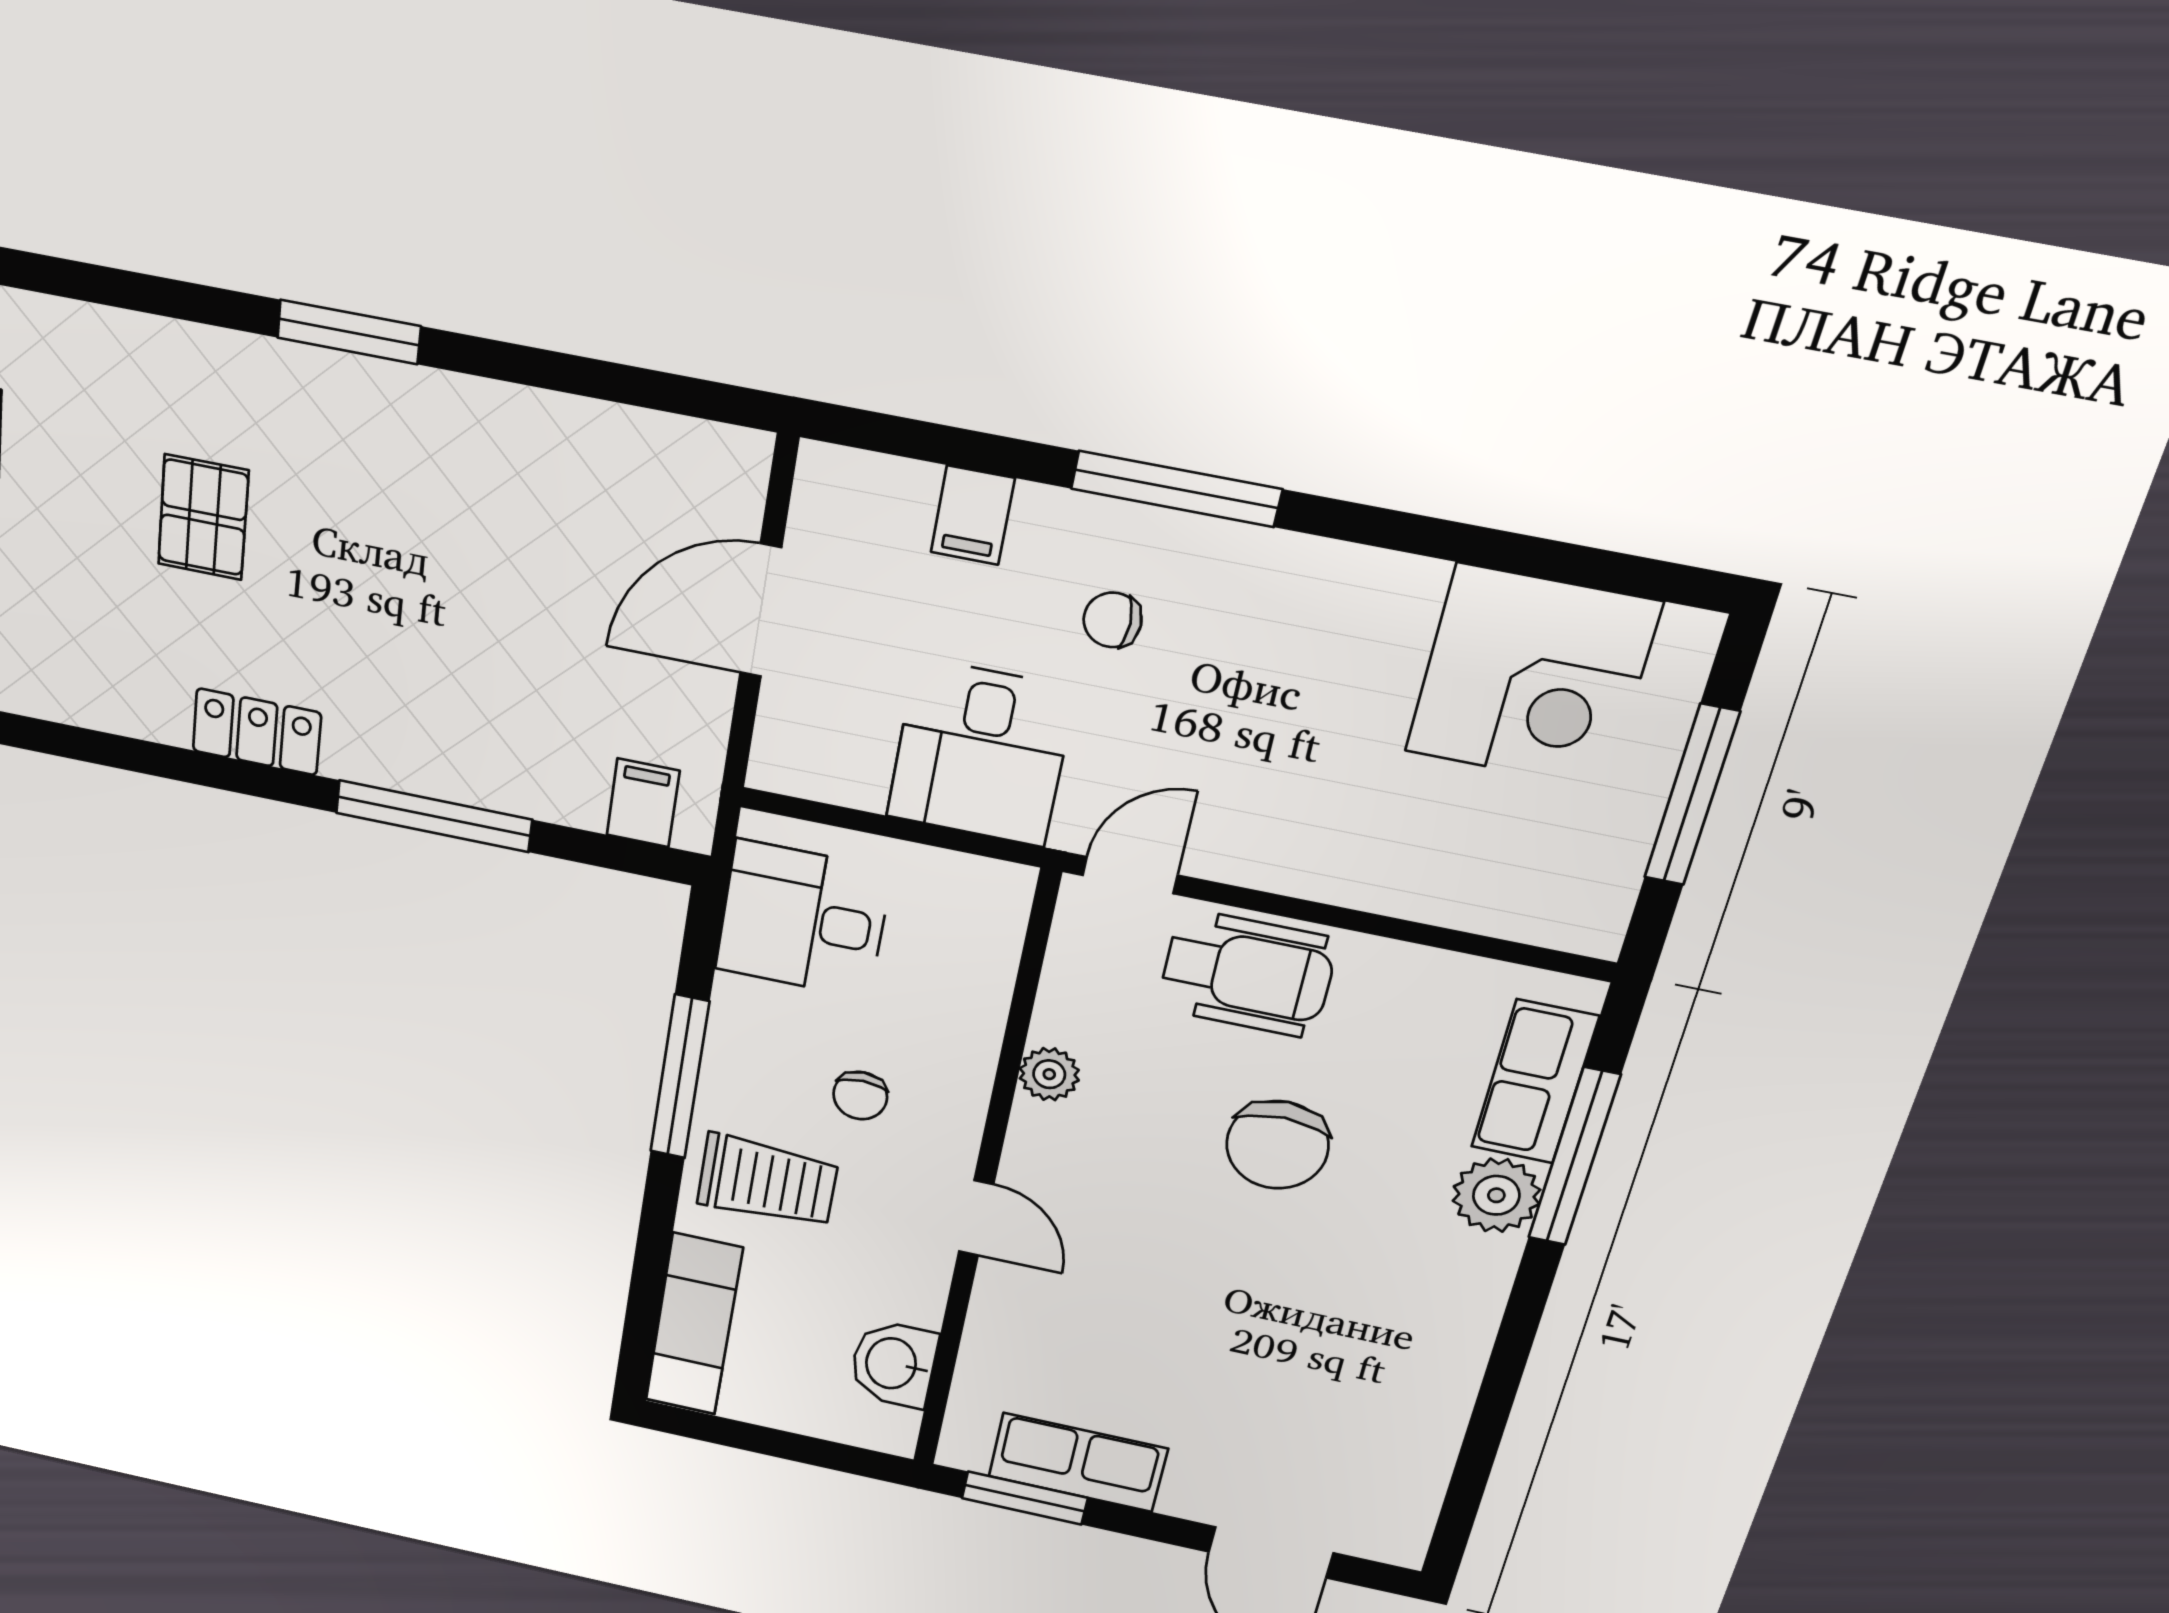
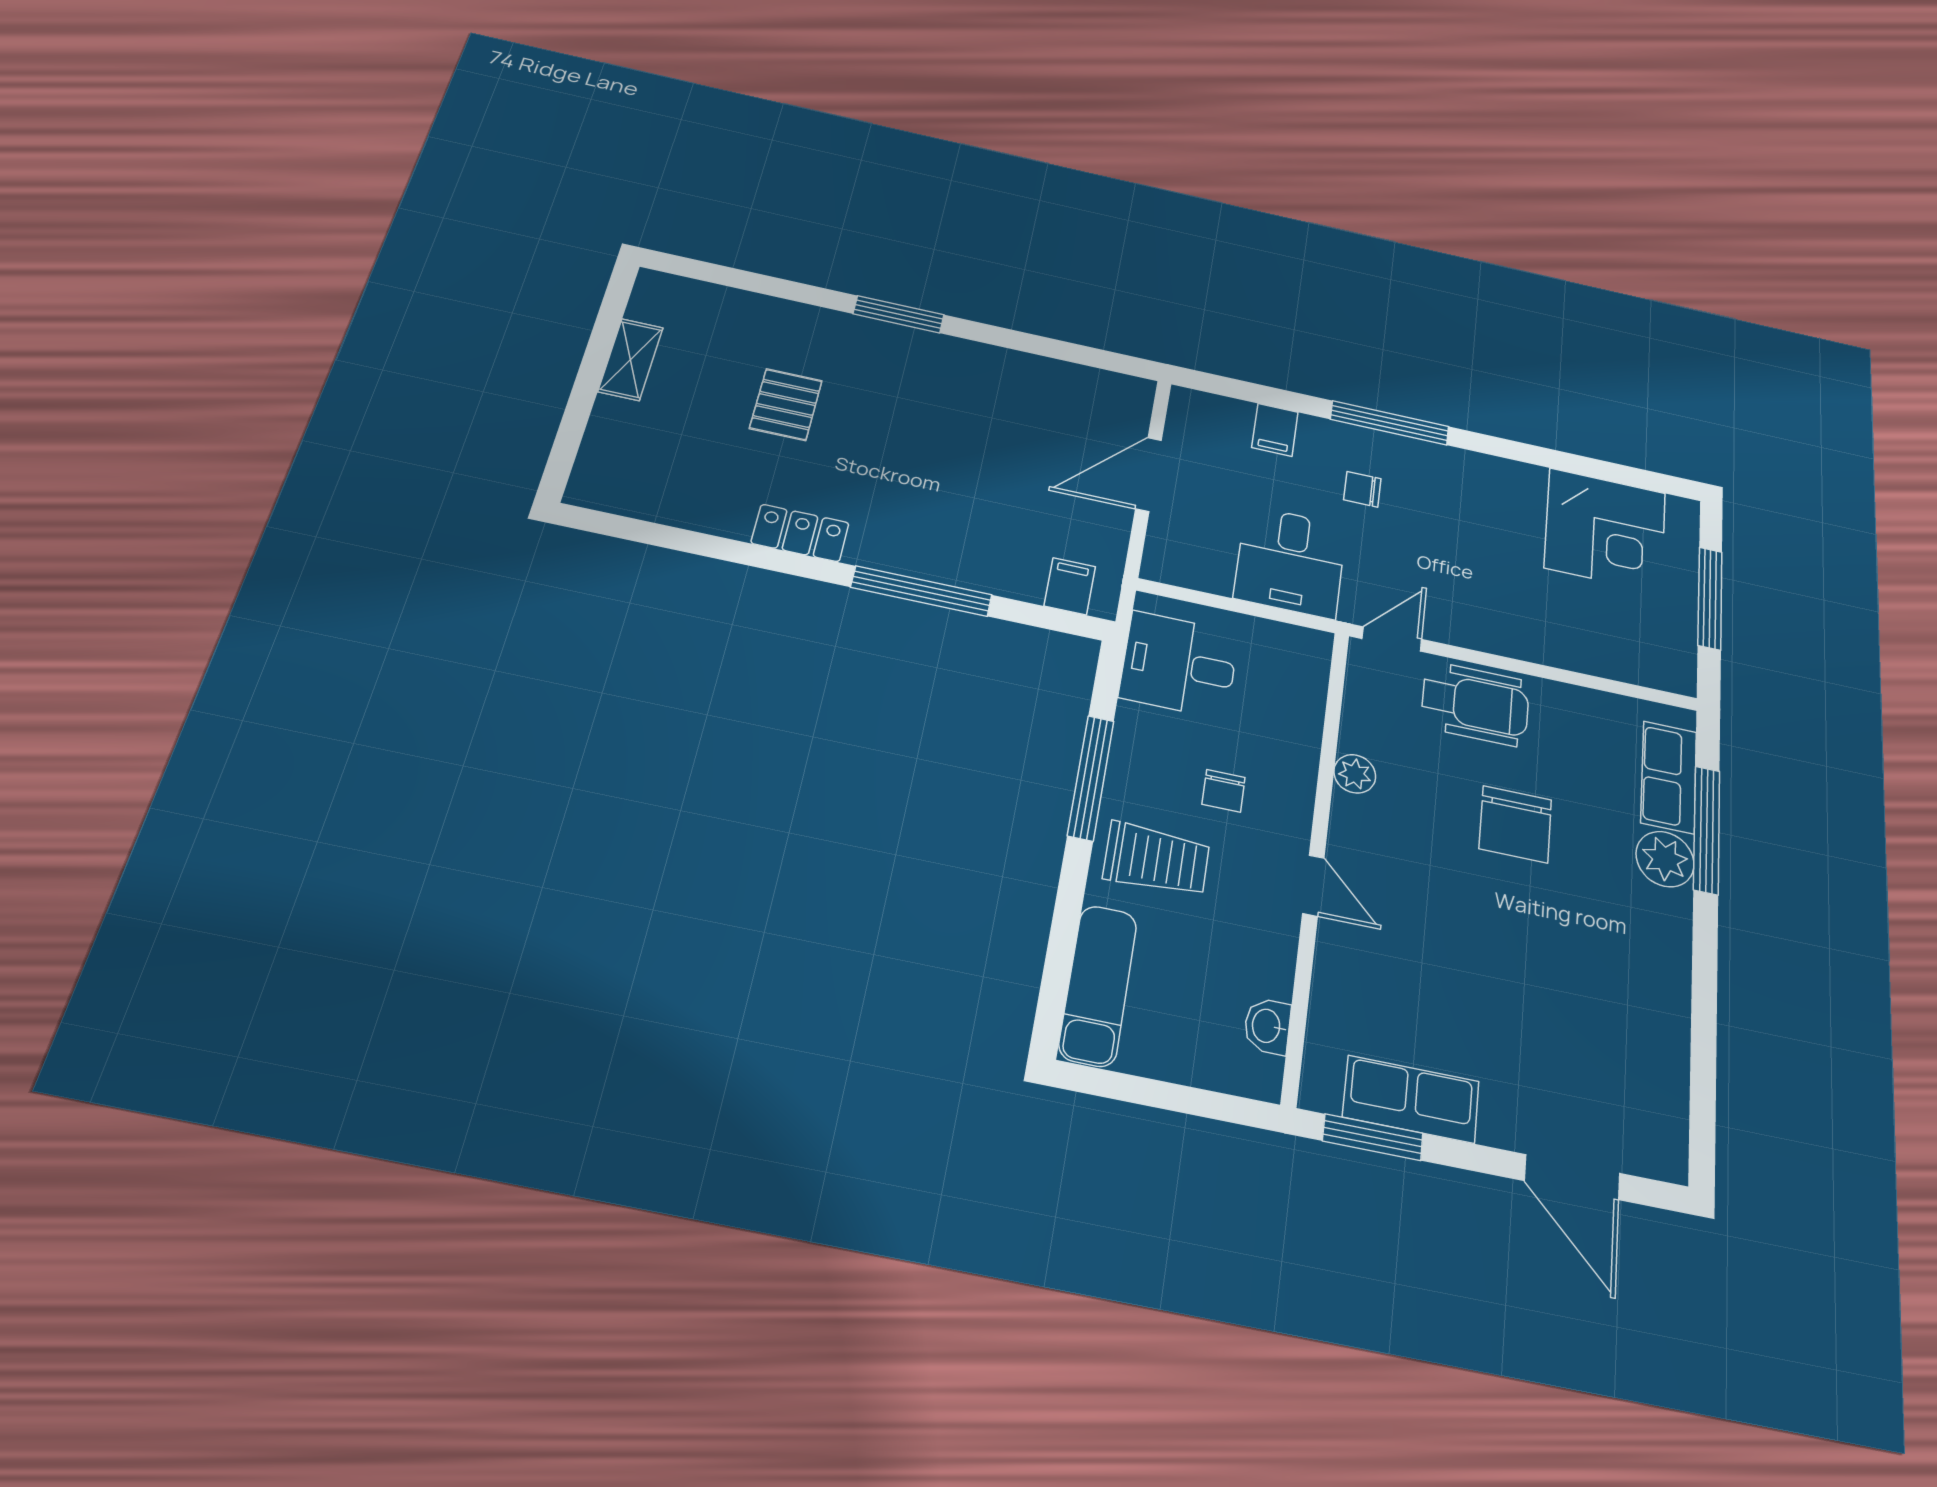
washbasin: (893, 1364) -> (1267, 1026), width x0.72, depth x0.69

